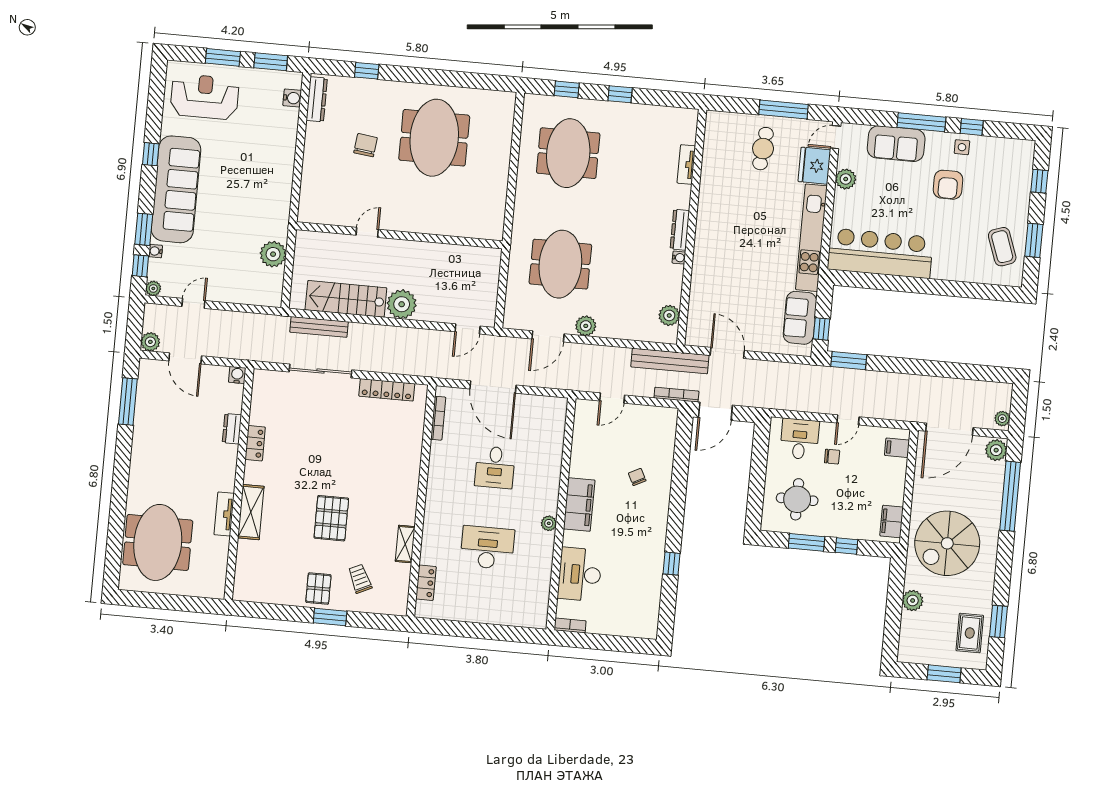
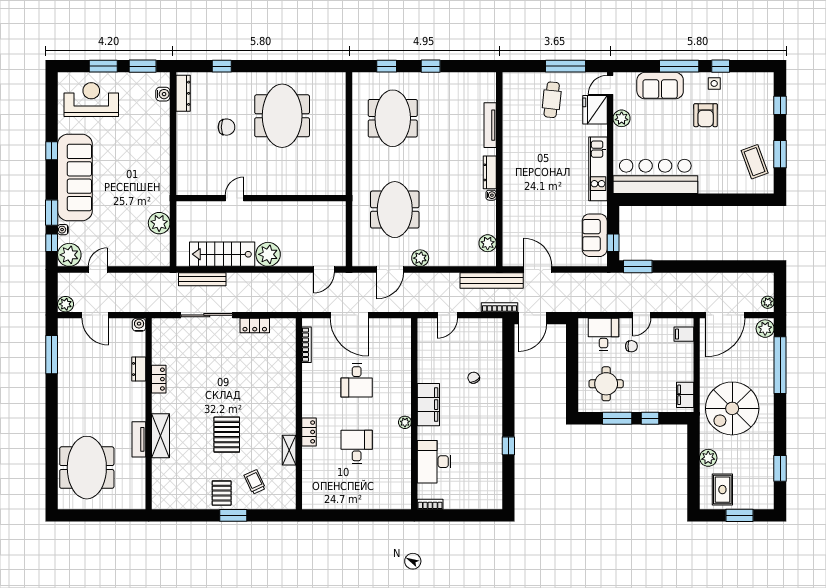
chair: (366, 145) -> (227, 127), turned 83
tv unit: (686, 164) -> (490, 125), width x1.41
kitchen unit: (811, 238) -> (598, 169), width x0.73
plant: (153, 288) -> (69, 255), width x1.87, depth x1.87
locker: (387, 390) -> (255, 325), width x0.66
desk: (487, 548) -> (357, 447), width x0.73
locker: (426, 583) -> (309, 432), moved
rug: (970, 633) -> (722, 490), moved

